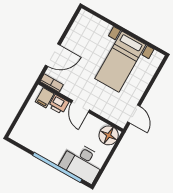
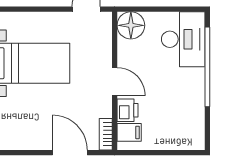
door: (80, 106) -> (115, 82), hinge flipped

